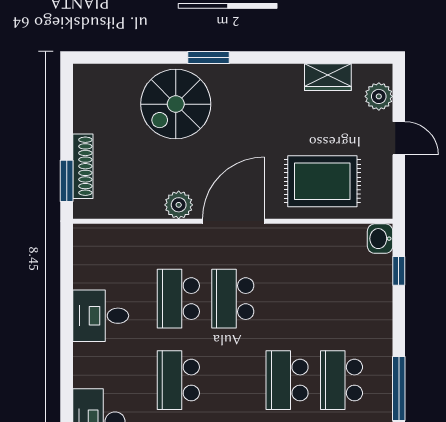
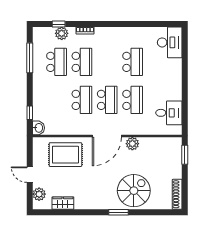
shoe rack: (83, 166) -> (177, 194), moved
school desk: (287, 299) -> (82, 100), added
desk: (101, 316) -> (169, 113), moved

